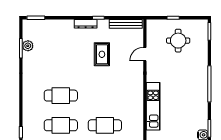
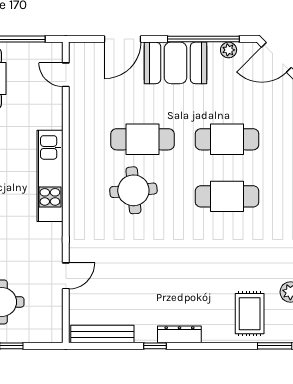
rug: (102, 54) -> (250, 314), moved
round table: (110, 99) -> (133, 190), added

